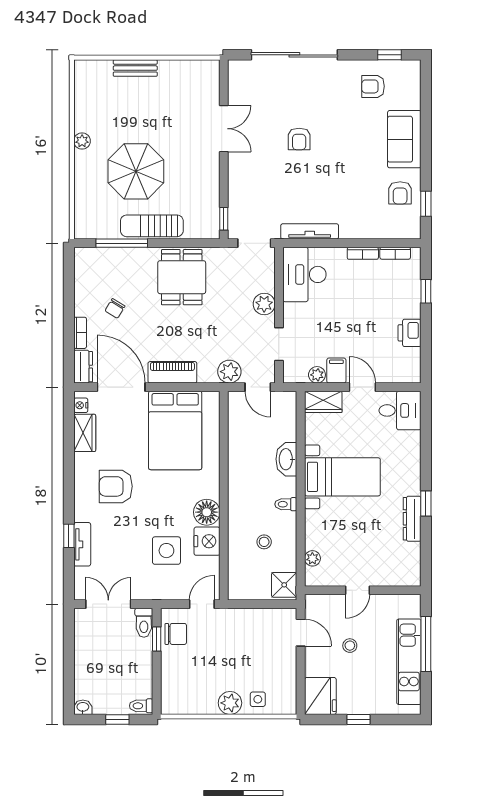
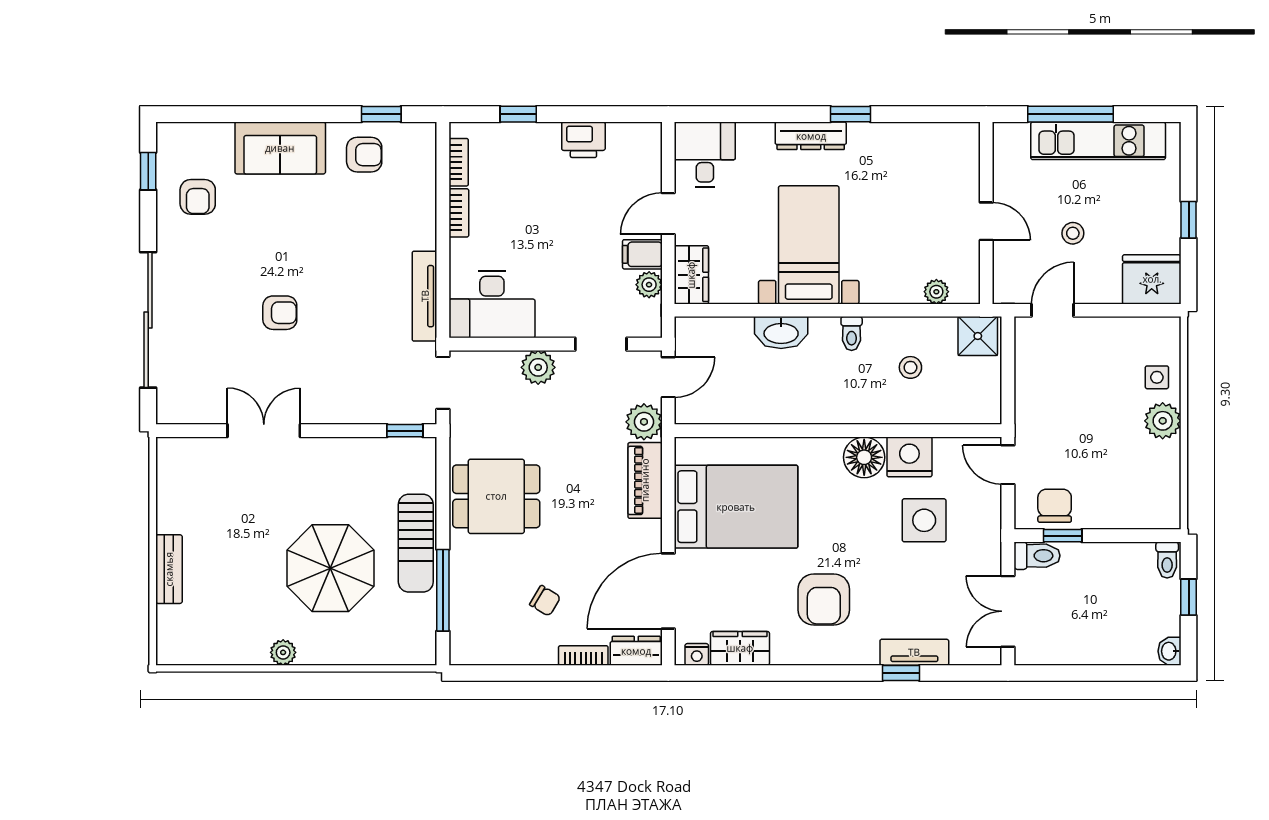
piano: (172, 372) -> (645, 480), moved
dresser: (412, 519) -> (811, 136), moved

